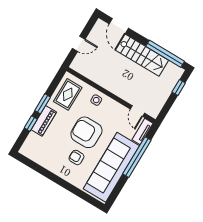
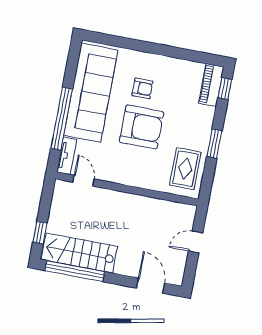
stairs: (142, 55) -> (79, 253), moved
side table: (96, 100) -> (144, 175), removed
piano: (44, 121) -> (211, 85), moved
window: (31, 123) -> (225, 89), moved

